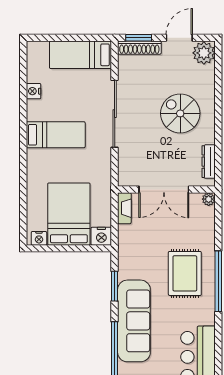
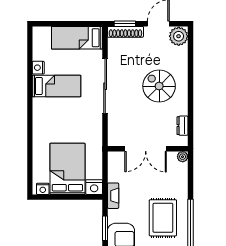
bed: (56, 135) -> (57, 86), moved
dresser: (209, 162) -> (182, 126), width x0.70
fireplace: (124, 208) -> (113, 196), moved

